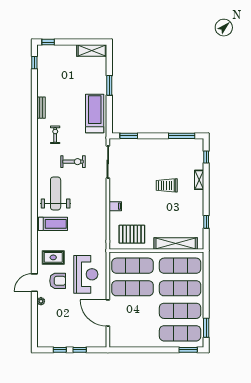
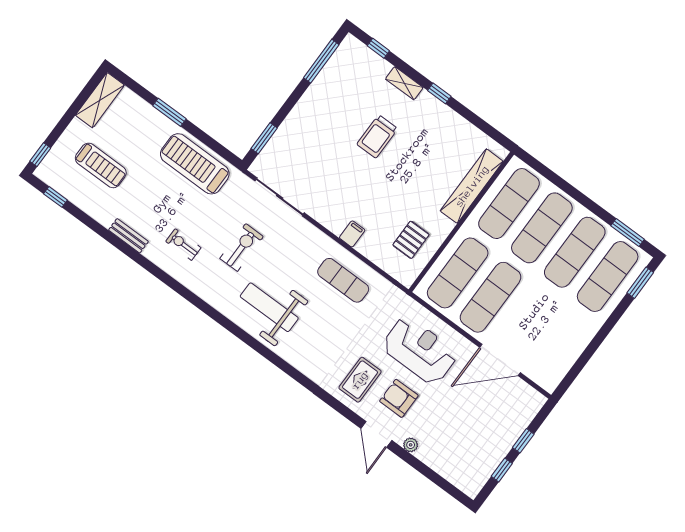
exercise mat: (92, 217) -> (343, 280), added
window: (206, 222) -> (439, 93), moved
treadmill: (53, 224) -> (101, 165), moved, turned 90
pallet: (132, 234) -> (411, 240), width x0.67, depth x0.71
armchair: (58, 281) -> (399, 398), turned -90

